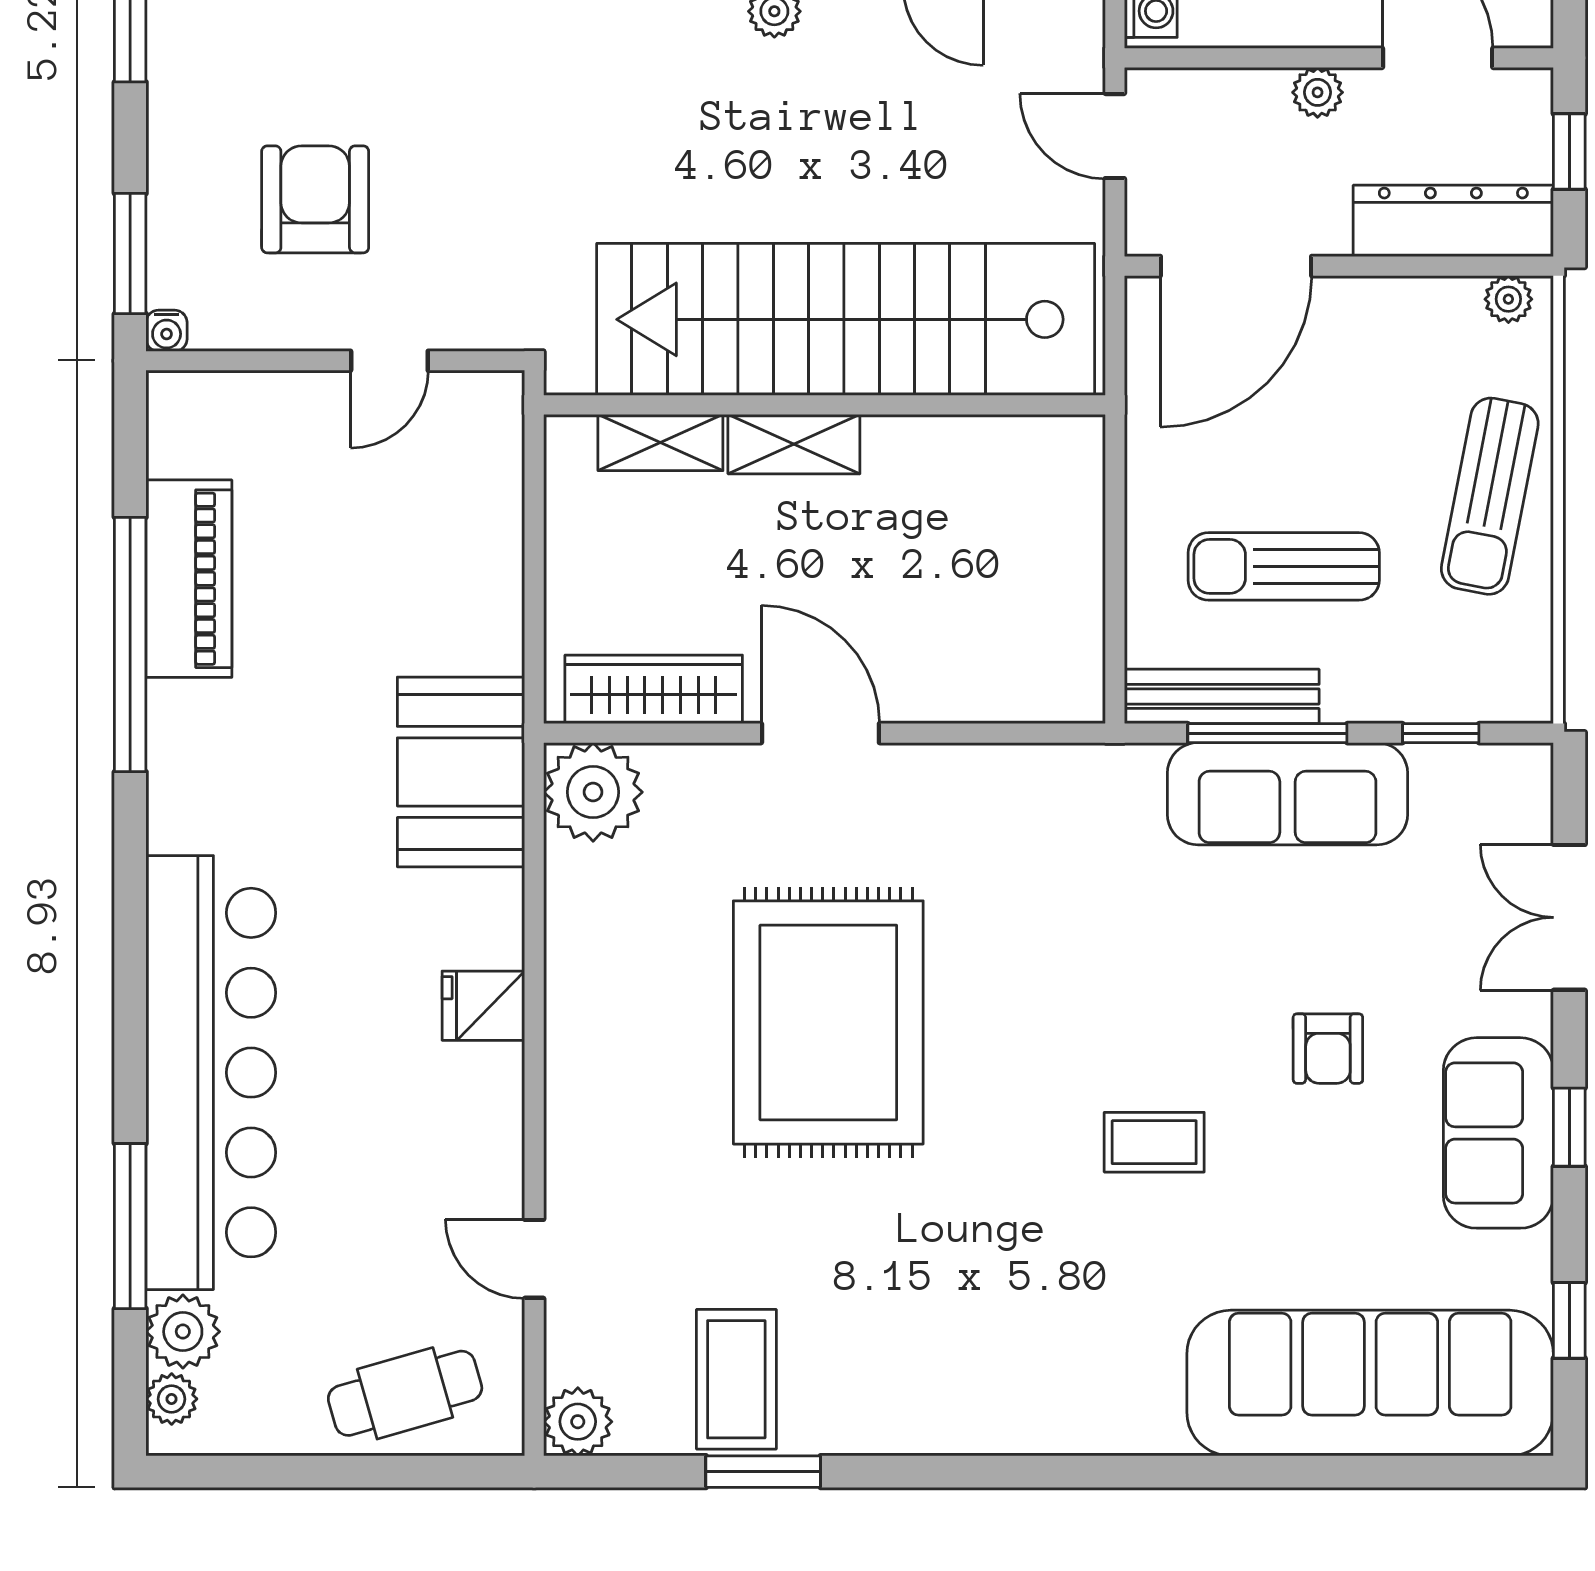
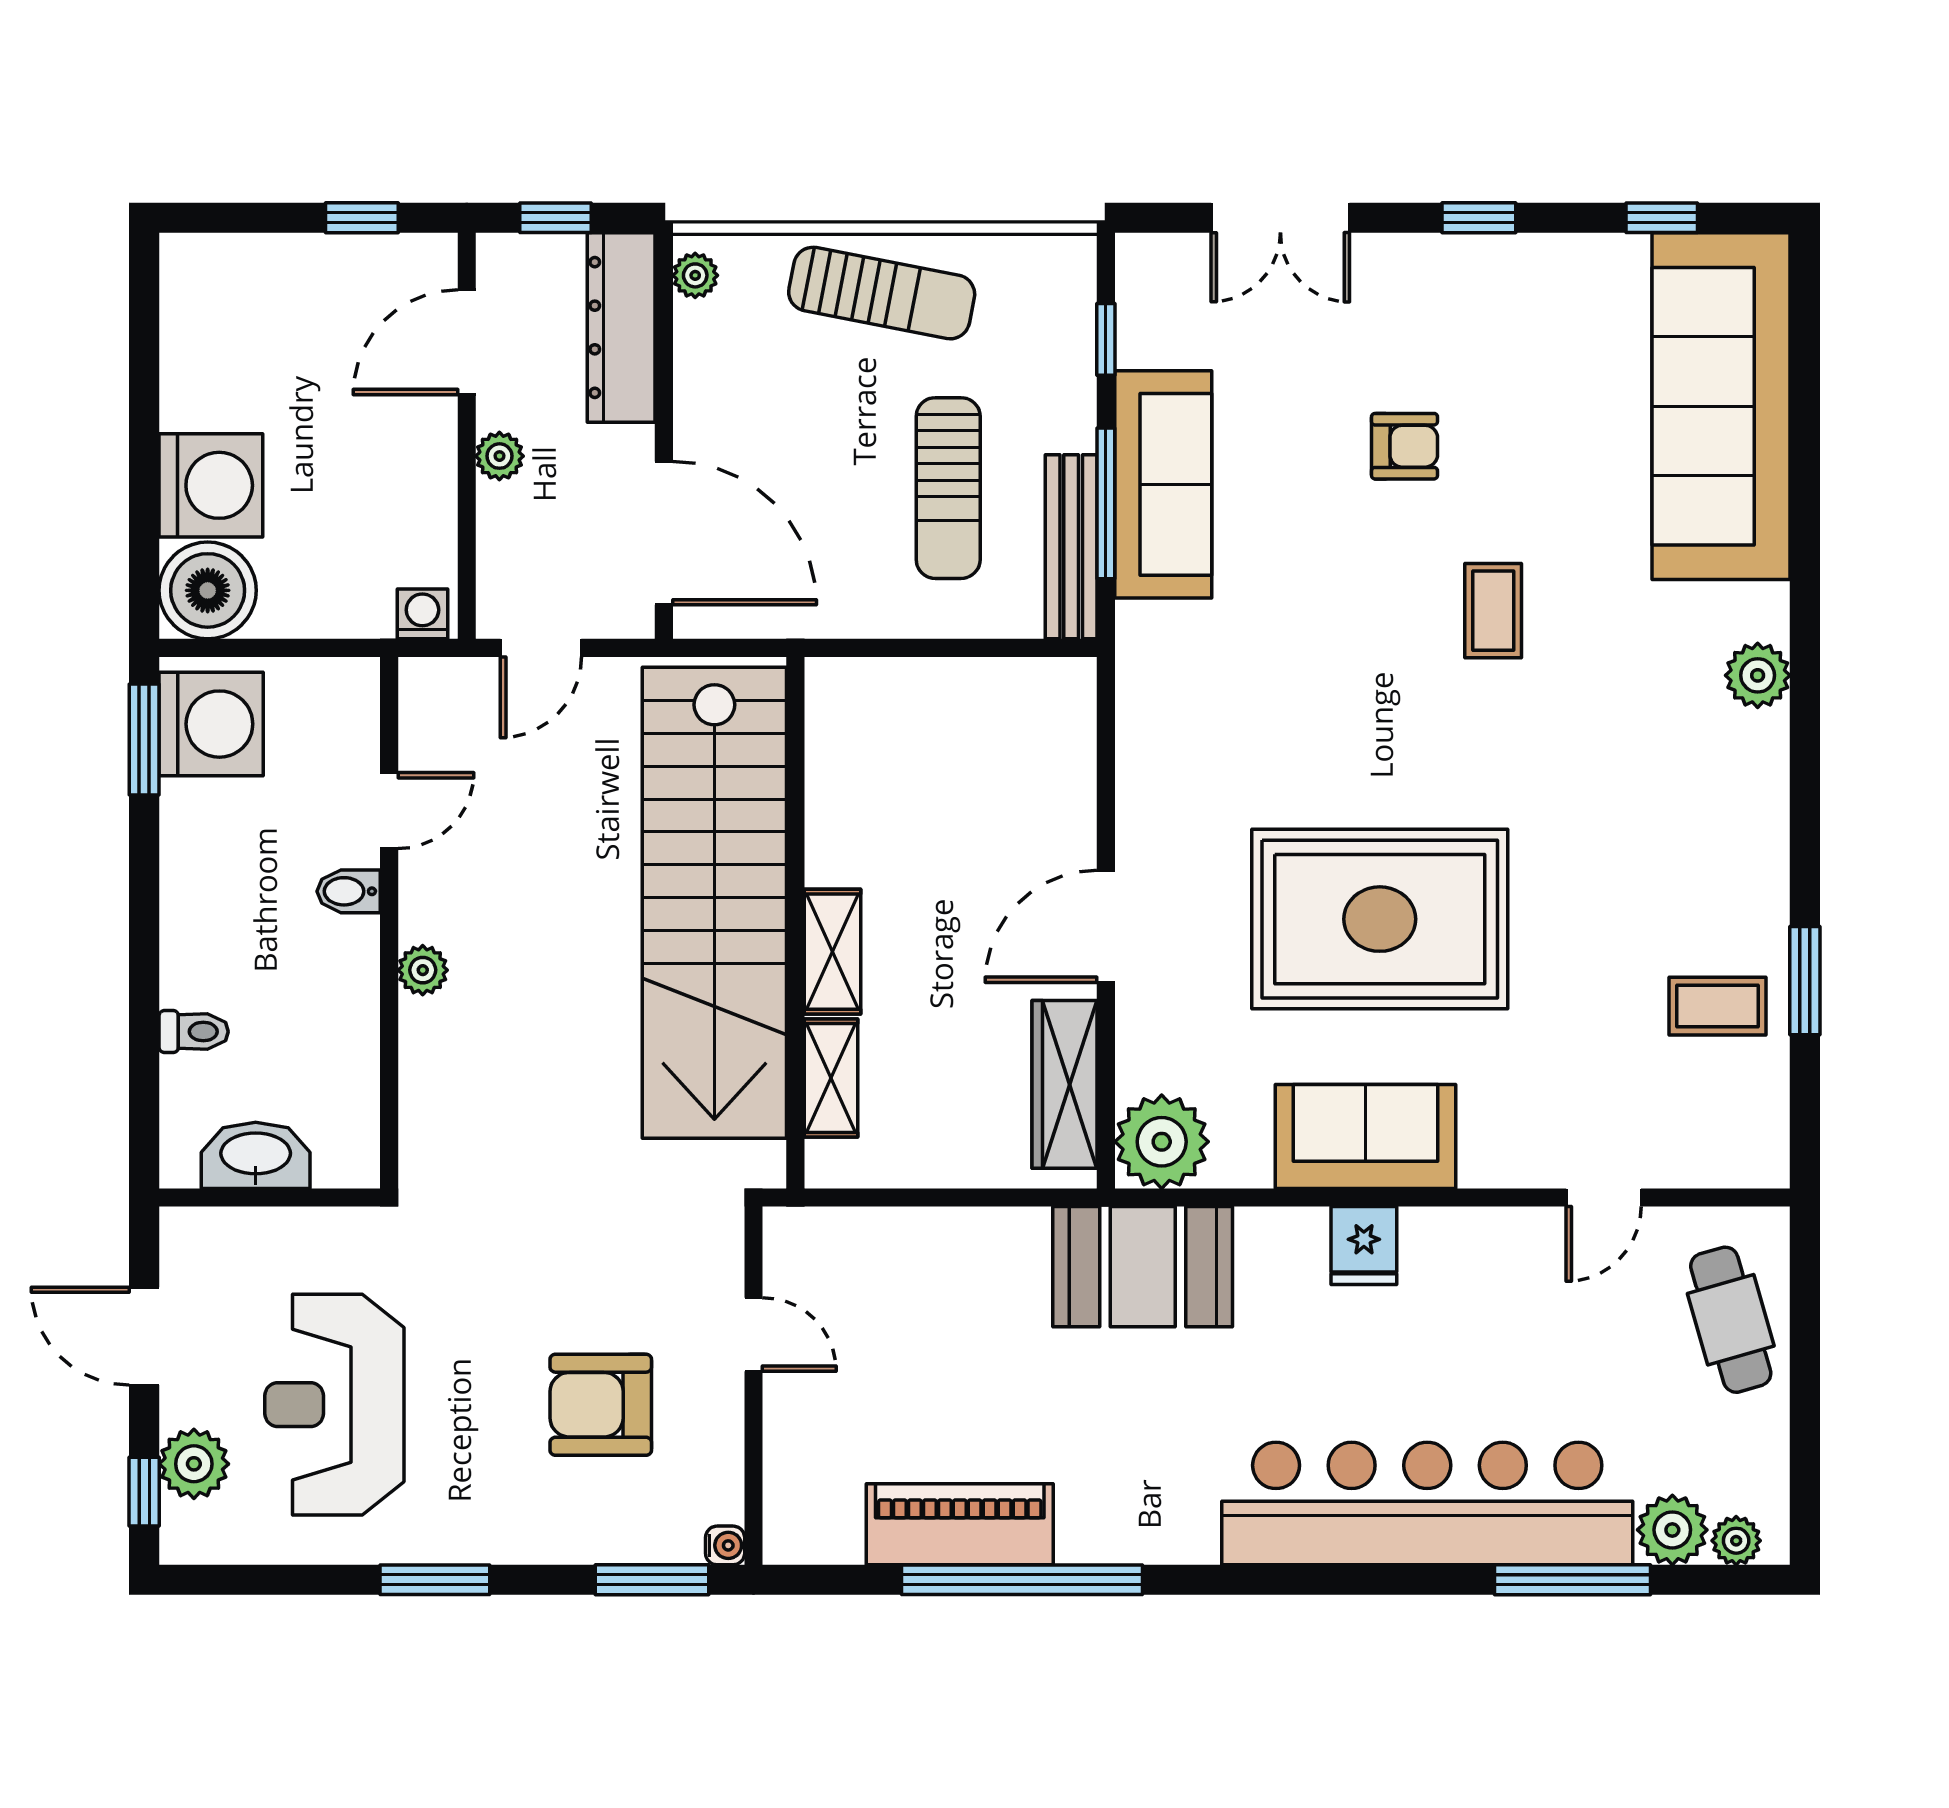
sofa: (1498, 1133) -> (1365, 1136), moved, turned 180
coffee table: (736, 1379) -> (1717, 1006), width x0.73, depth x0.77
plant: (578, 1422) -> (1758, 675), moved

